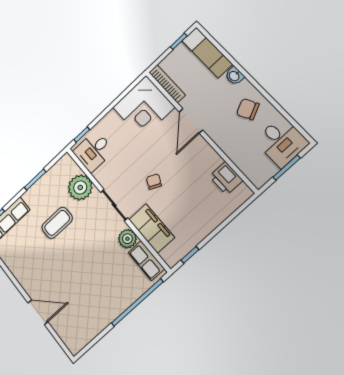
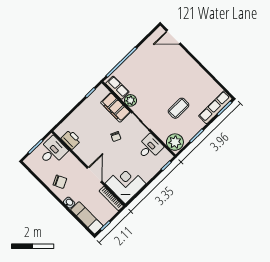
desk: (281, 142) -> (52, 151), moved, turned 90
desk: (93, 151) -> (150, 147), moved
plant: (80, 187) -> (175, 142), moved
door: (38, 312) -> (173, 37), moved

